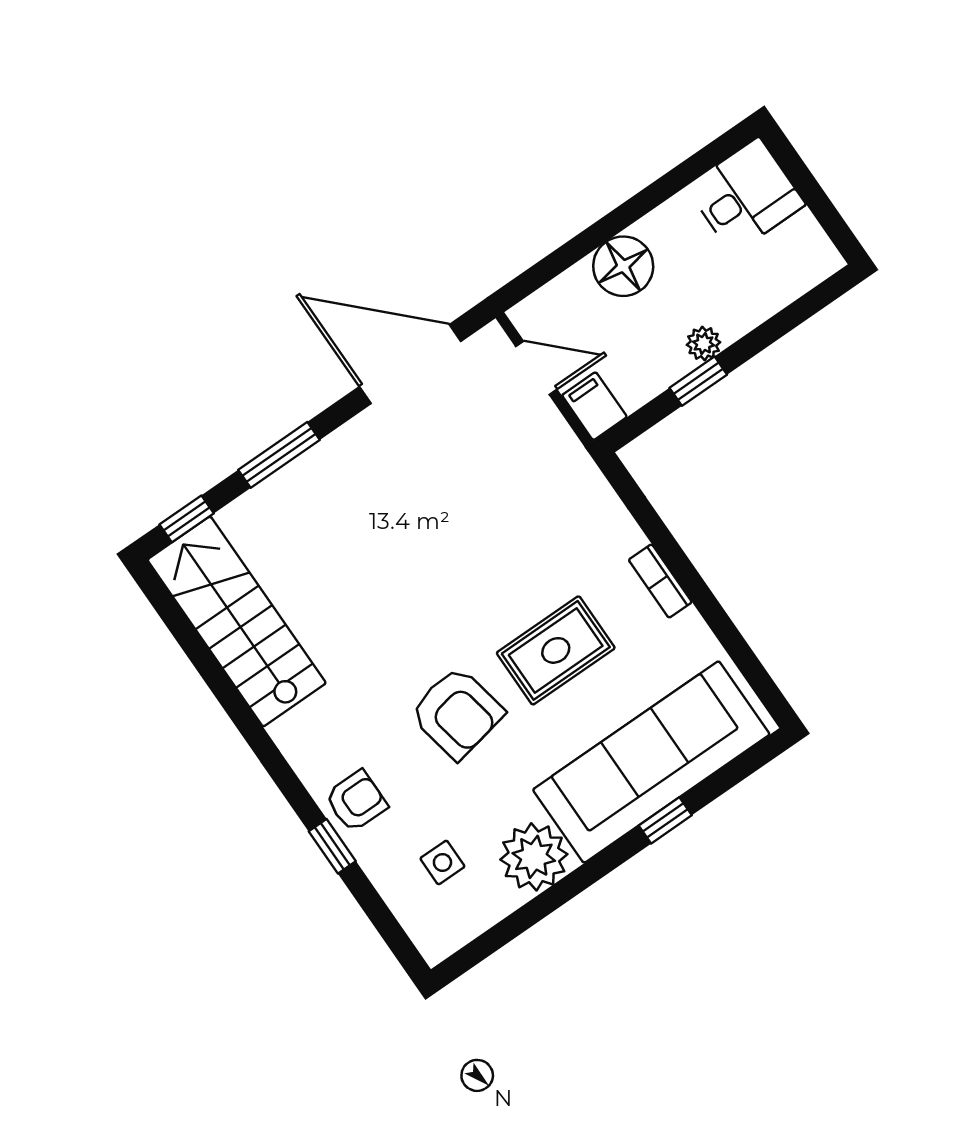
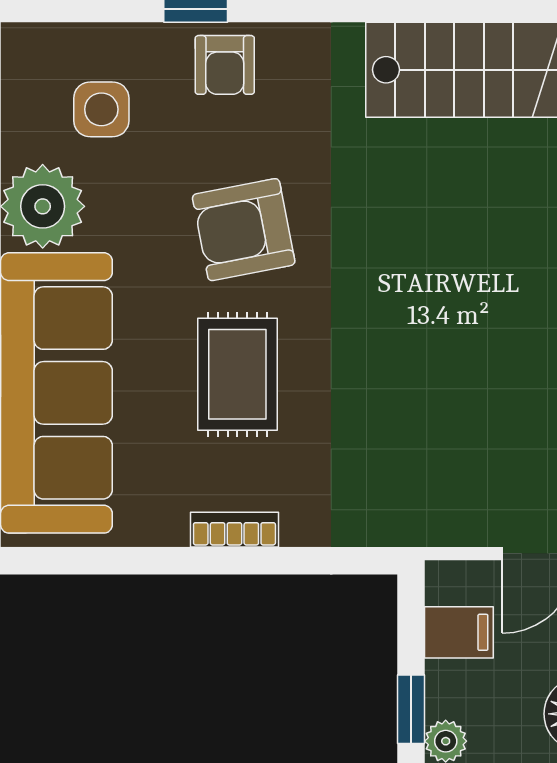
filing cabinet: (594, 406) -> (459, 632), moved
side table: (442, 862) -> (101, 109), width x1.37, depth x1.37

